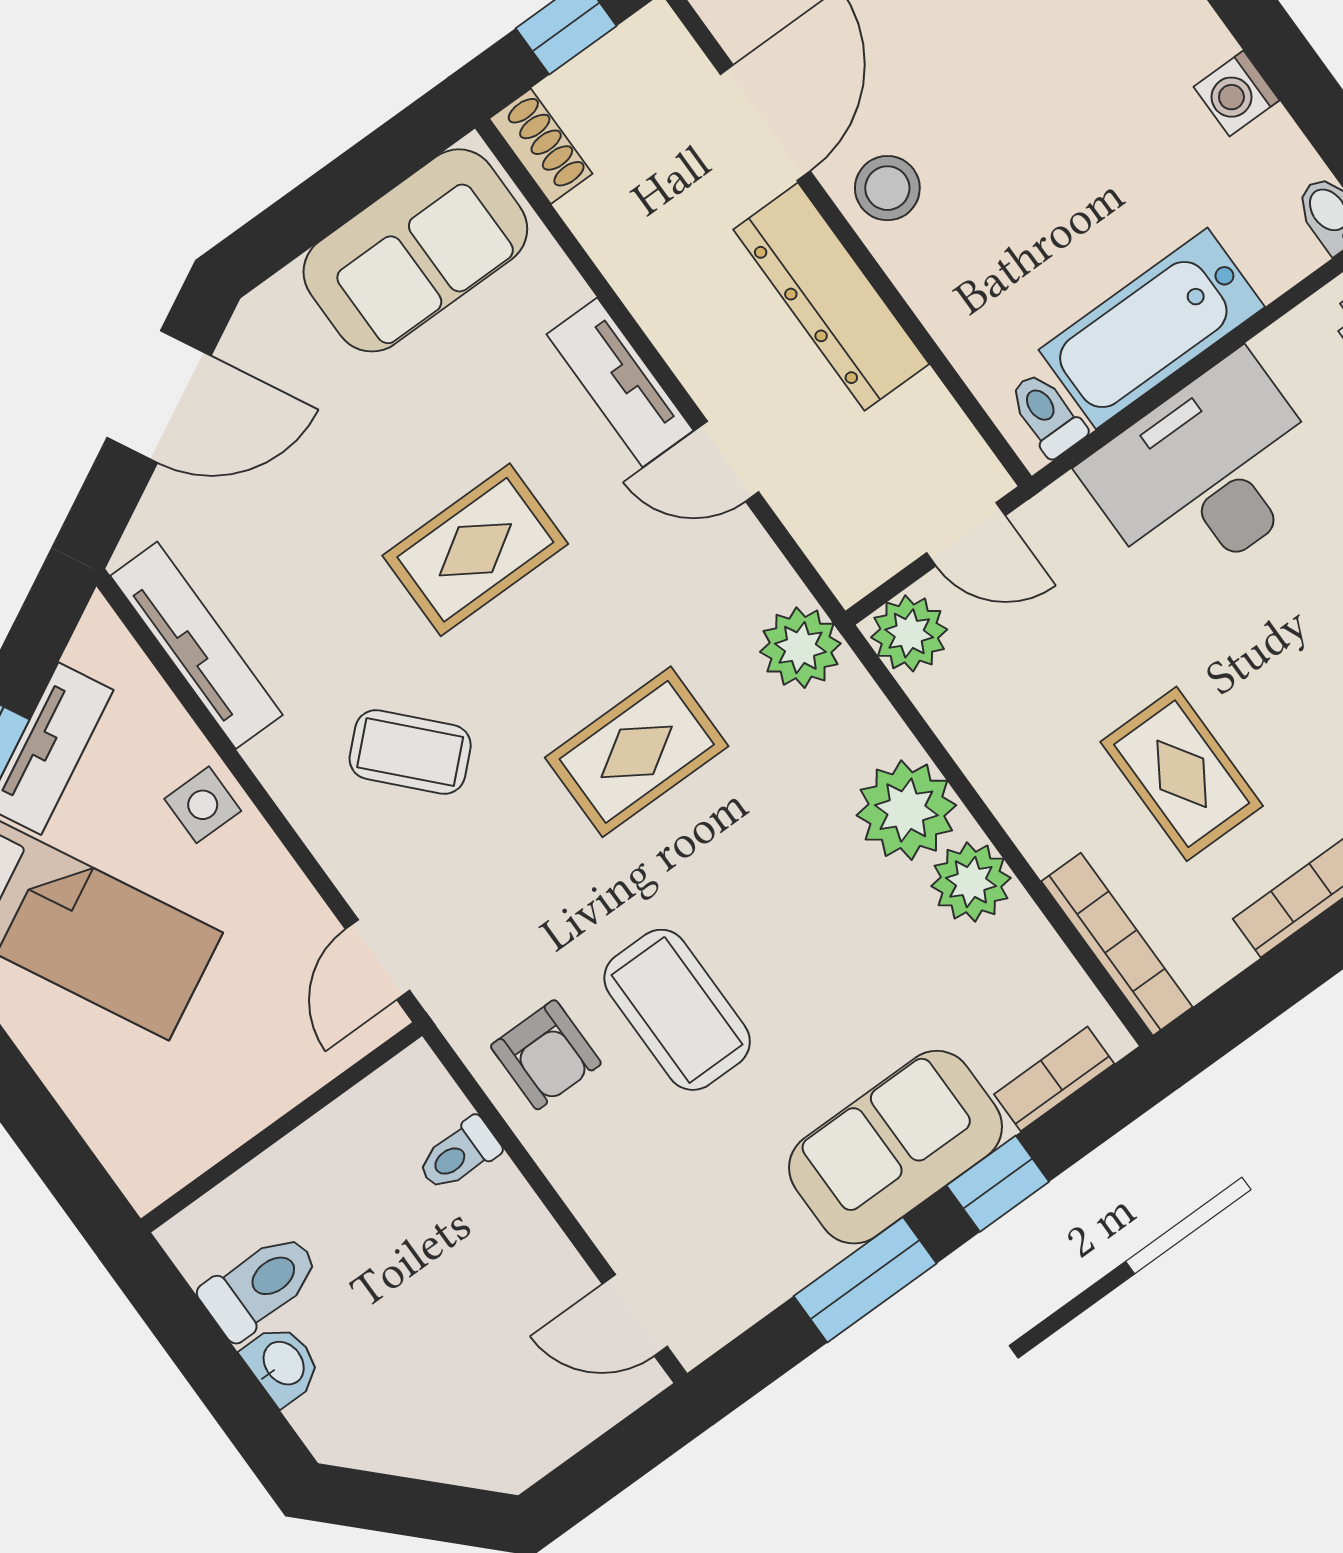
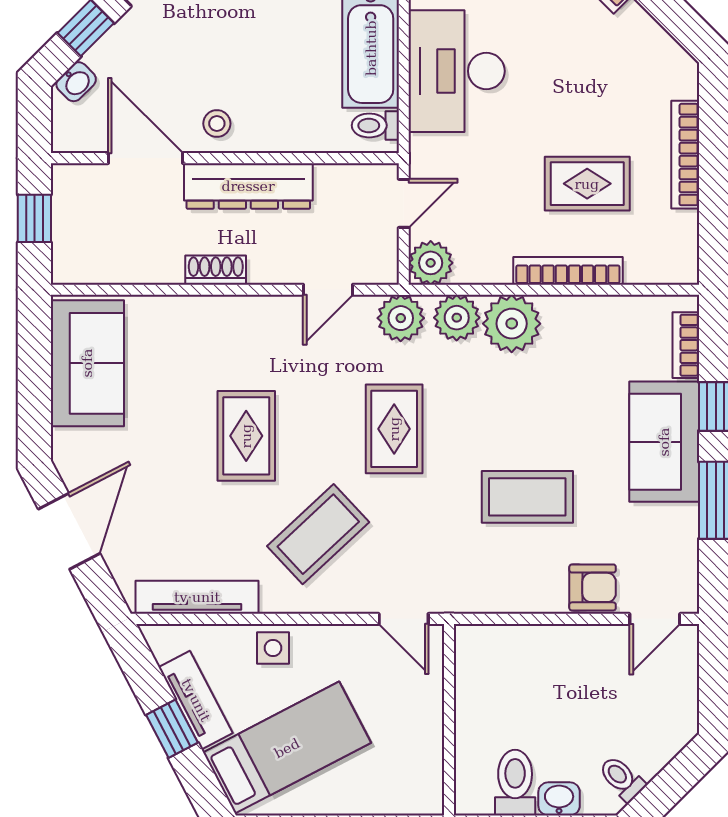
shoe rack: (541, 146) -> (216, 270), moved
stool: (887, 188) -> (217, 124), width x0.73, depth x0.73
tv unit: (620, 382) -> (217, 313), removed
door: (727, 461) -> (328, 290), moved
coffee table: (410, 752) -> (318, 534), width x1.36, depth x1.30
plant: (971, 882) -> (457, 318), moved
bookcase: (1117, 944) -> (568, 271), moved
armchair: (546, 1055) -> (593, 587), moved
toilet: (459, 1154) -> (622, 779), moved, turned 135

